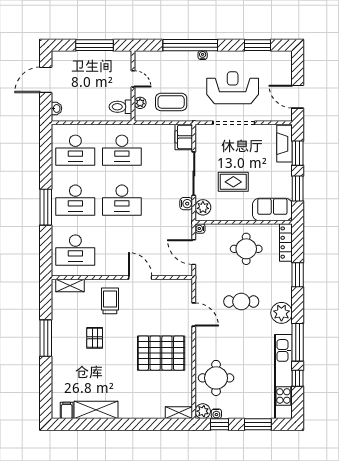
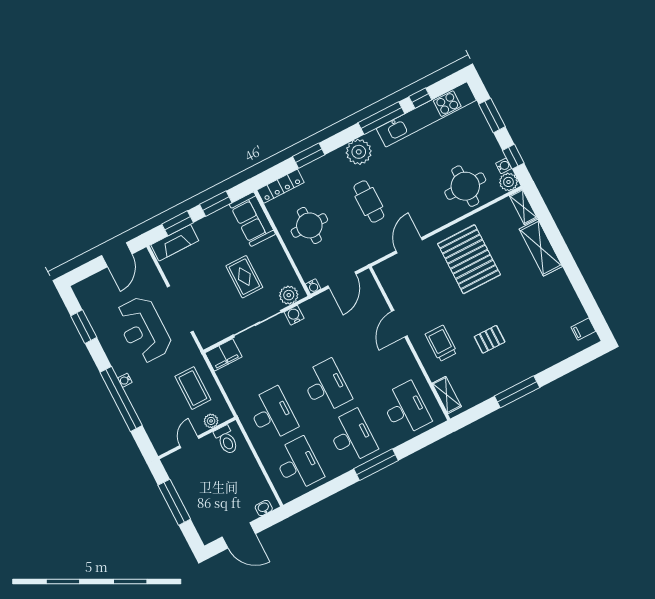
trolley: (110, 301) -> (441, 343), turned 90
shelving: (96, 410) -> (541, 248), moved

